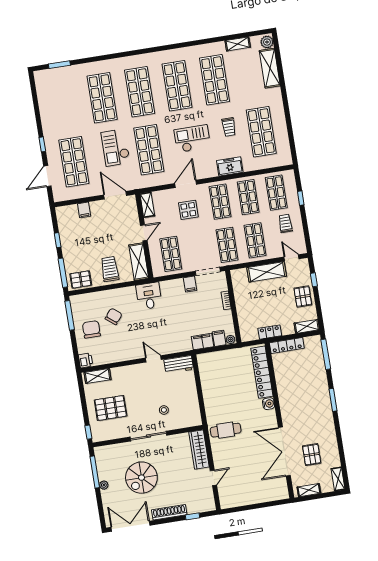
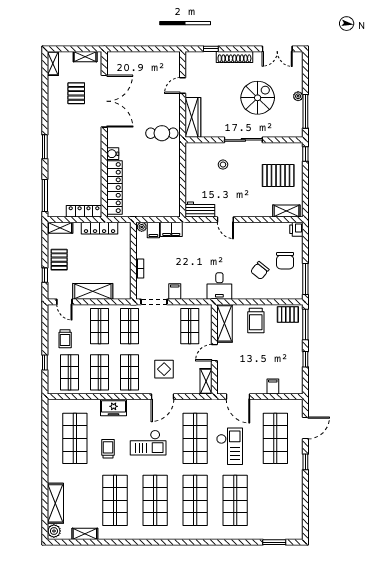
locker: (270, 332) -> (100, 228), width x1.53
double door: (130, 526) -> (277, 49), width x0.73

